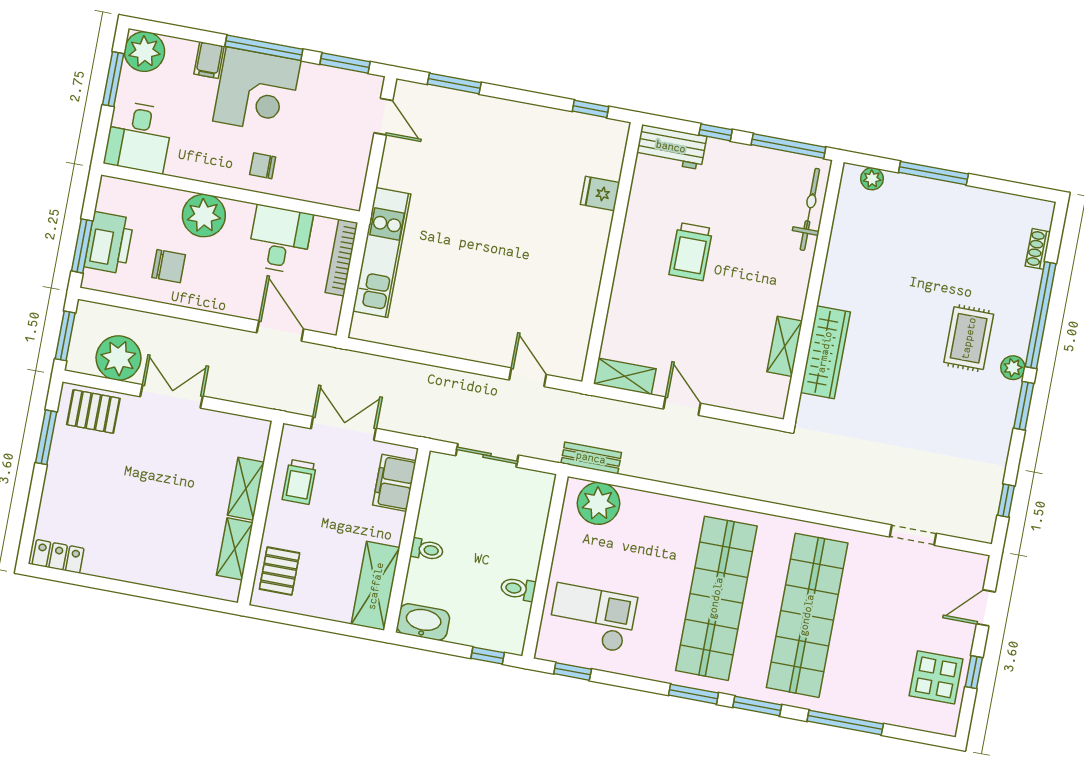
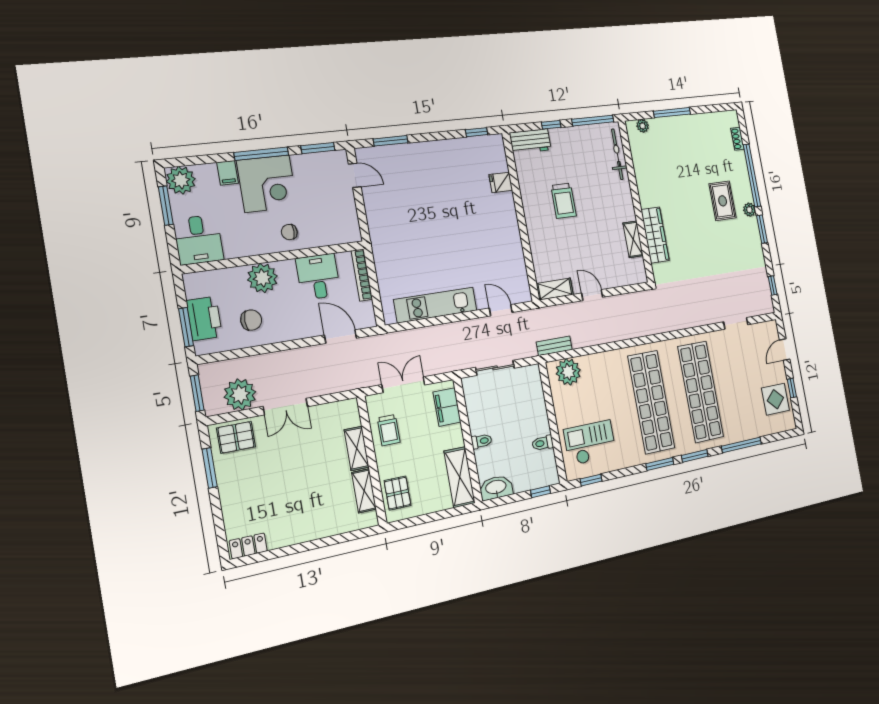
kitchen unit: (382, 252) -> (436, 305), moved, turned -90
double door: (171, 396) -> (285, 407), swing flipped

